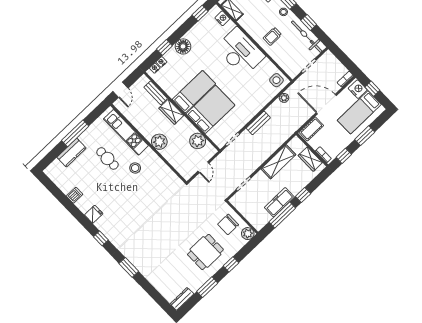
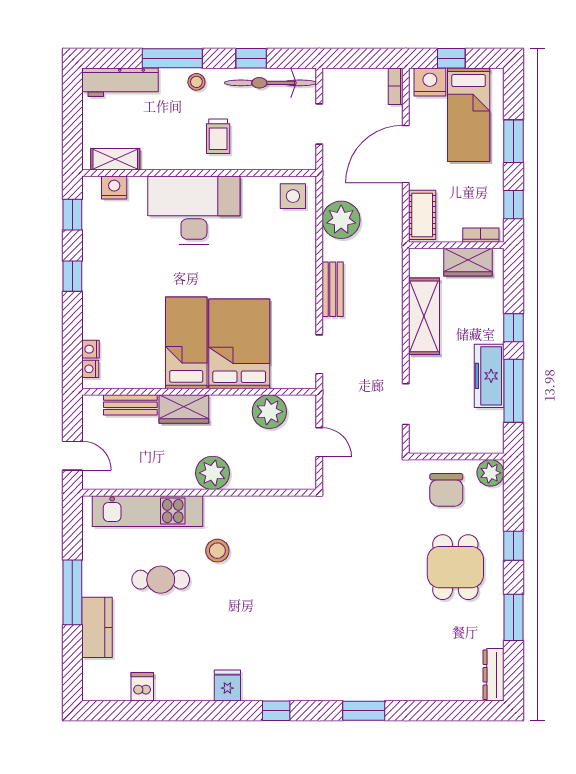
floor lamp: (183, 46) -> (99, 292), removed
window: (164, 47) -> (72, 276), moved
plant: (284, 98) -> (341, 220), width x1.88, depth x1.88
dishwasher: (75, 195) -> (142, 687), moved

